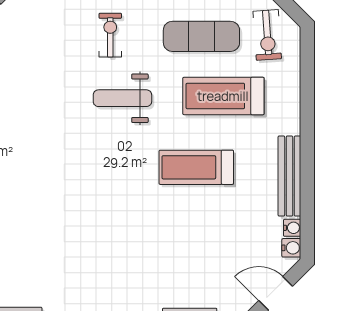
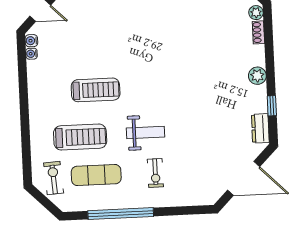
bench: (289, 176) -> (35, 87), removed

